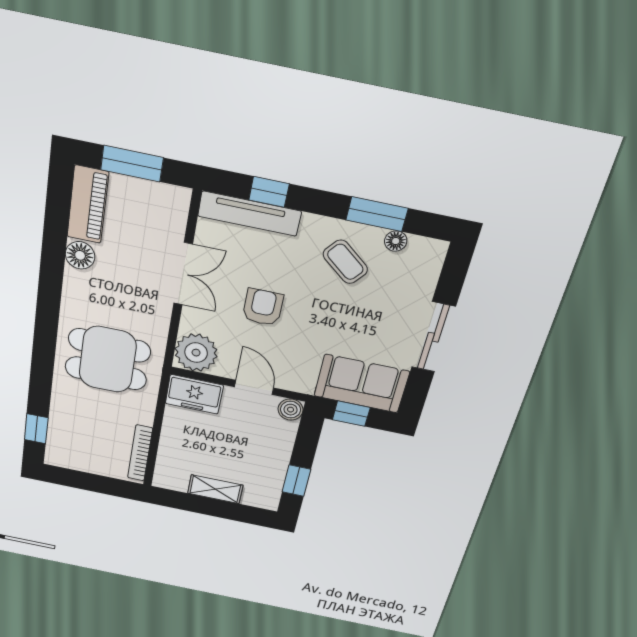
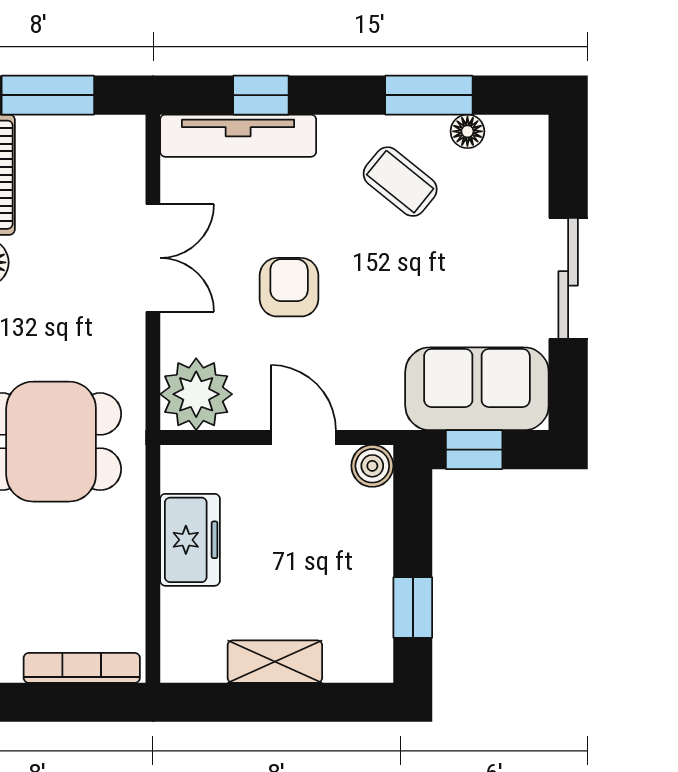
freezer: (194, 394) -> (190, 540), moved, turned -90
bookcase: (140, 453) -> (82, 668), moved, turned 90

